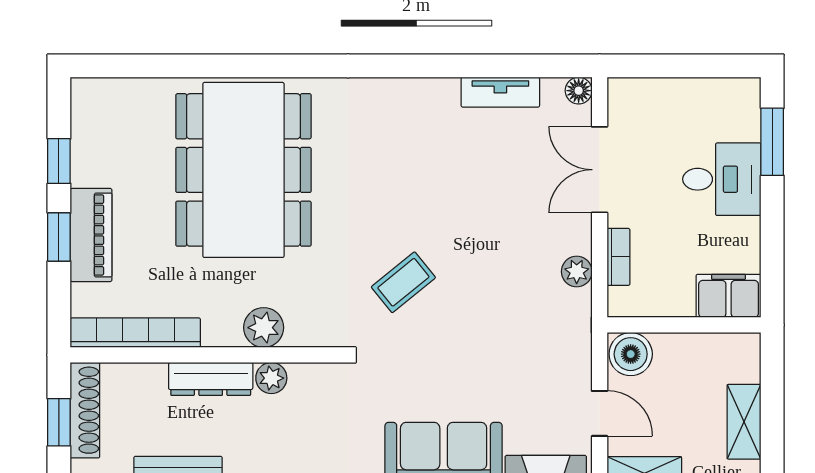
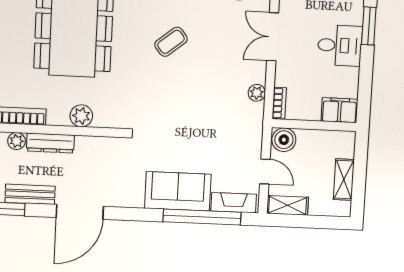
bookcase: (618, 257) -> (279, 103), moved
coffee table: (403, 282) -> (171, 42), moved
plant: (271, 378) -> (16, 141), moved

